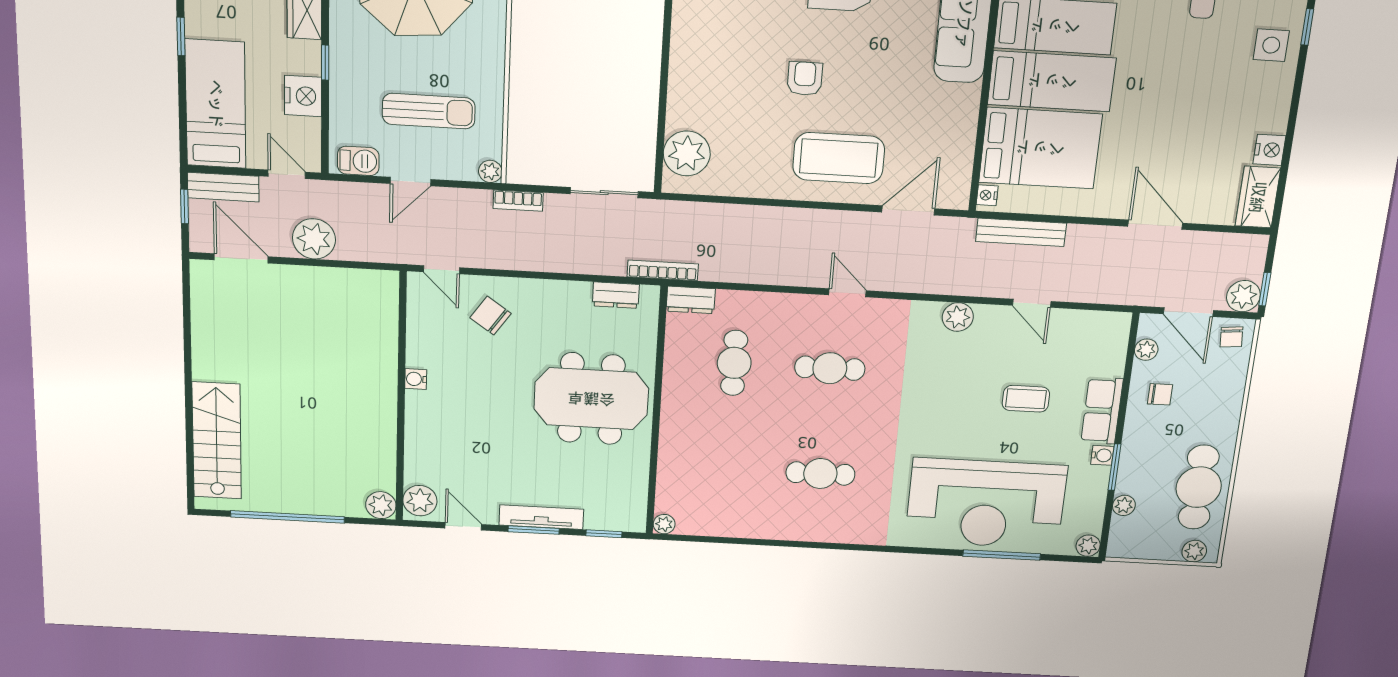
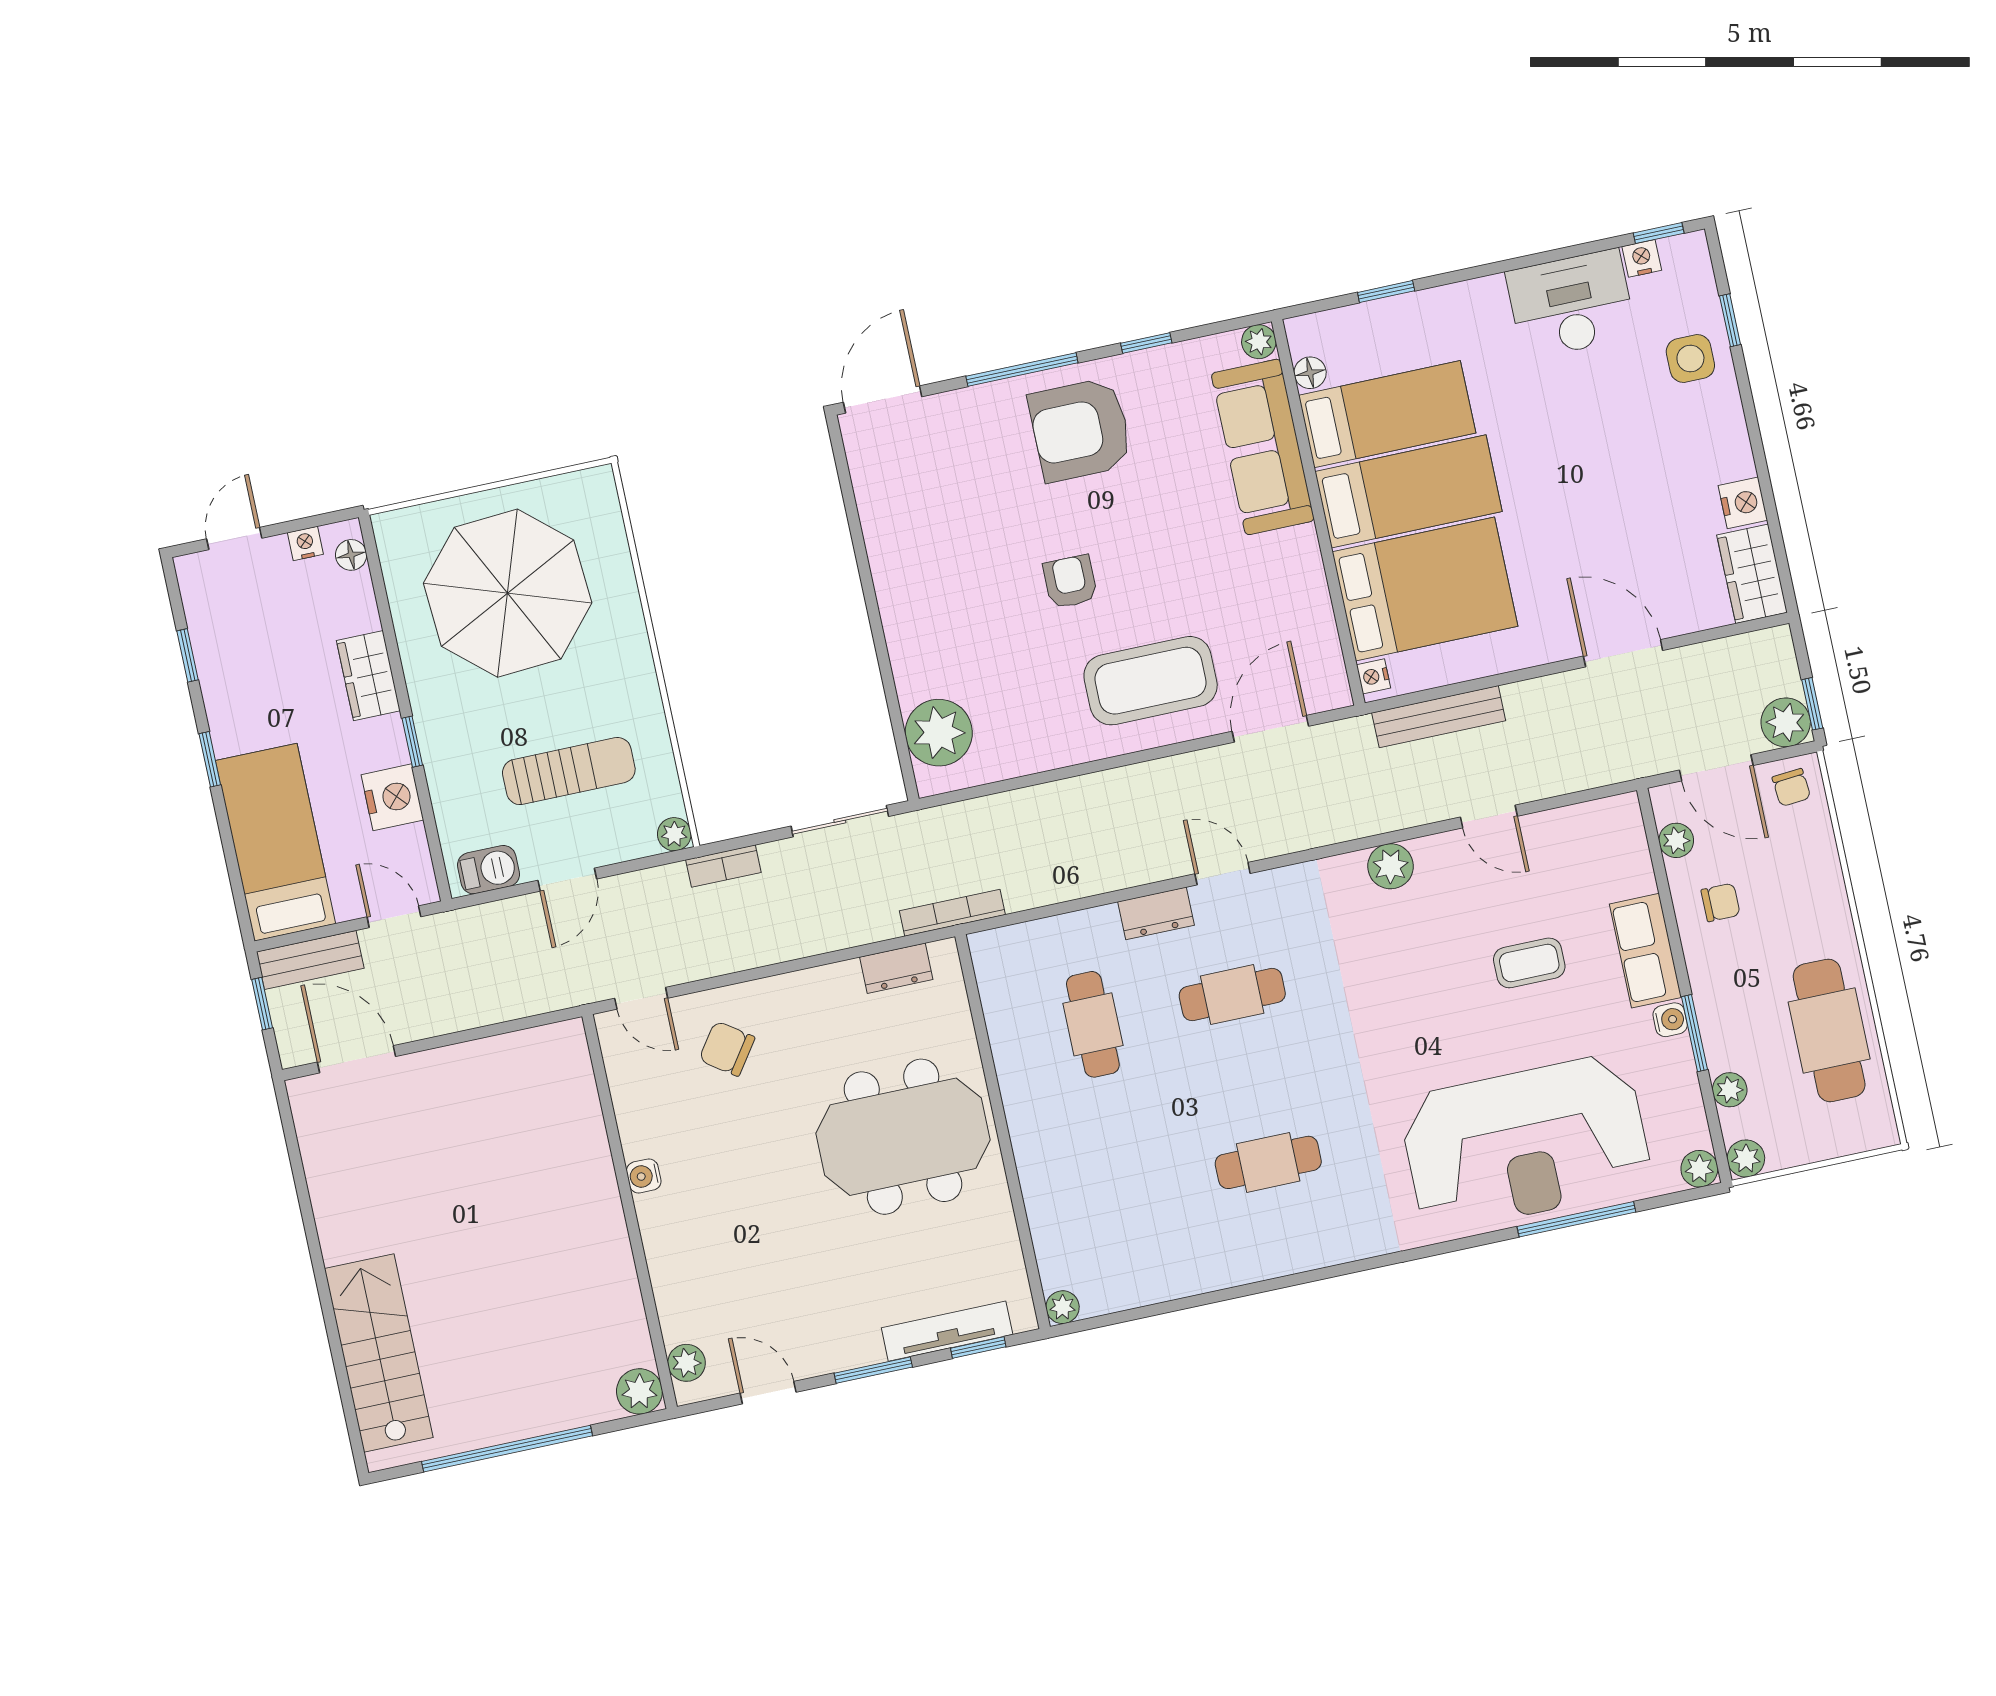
plant: (314, 239) -> (452, 1002), removed
dresser: (691, 300) -> (1156, 913), moved
plant: (420, 501) -> (687, 1363), width x0.73, depth x0.73
tv unit: (541, 517) -> (947, 1331), moved
plant: (1194, 551) -> (1746, 1158), moved

